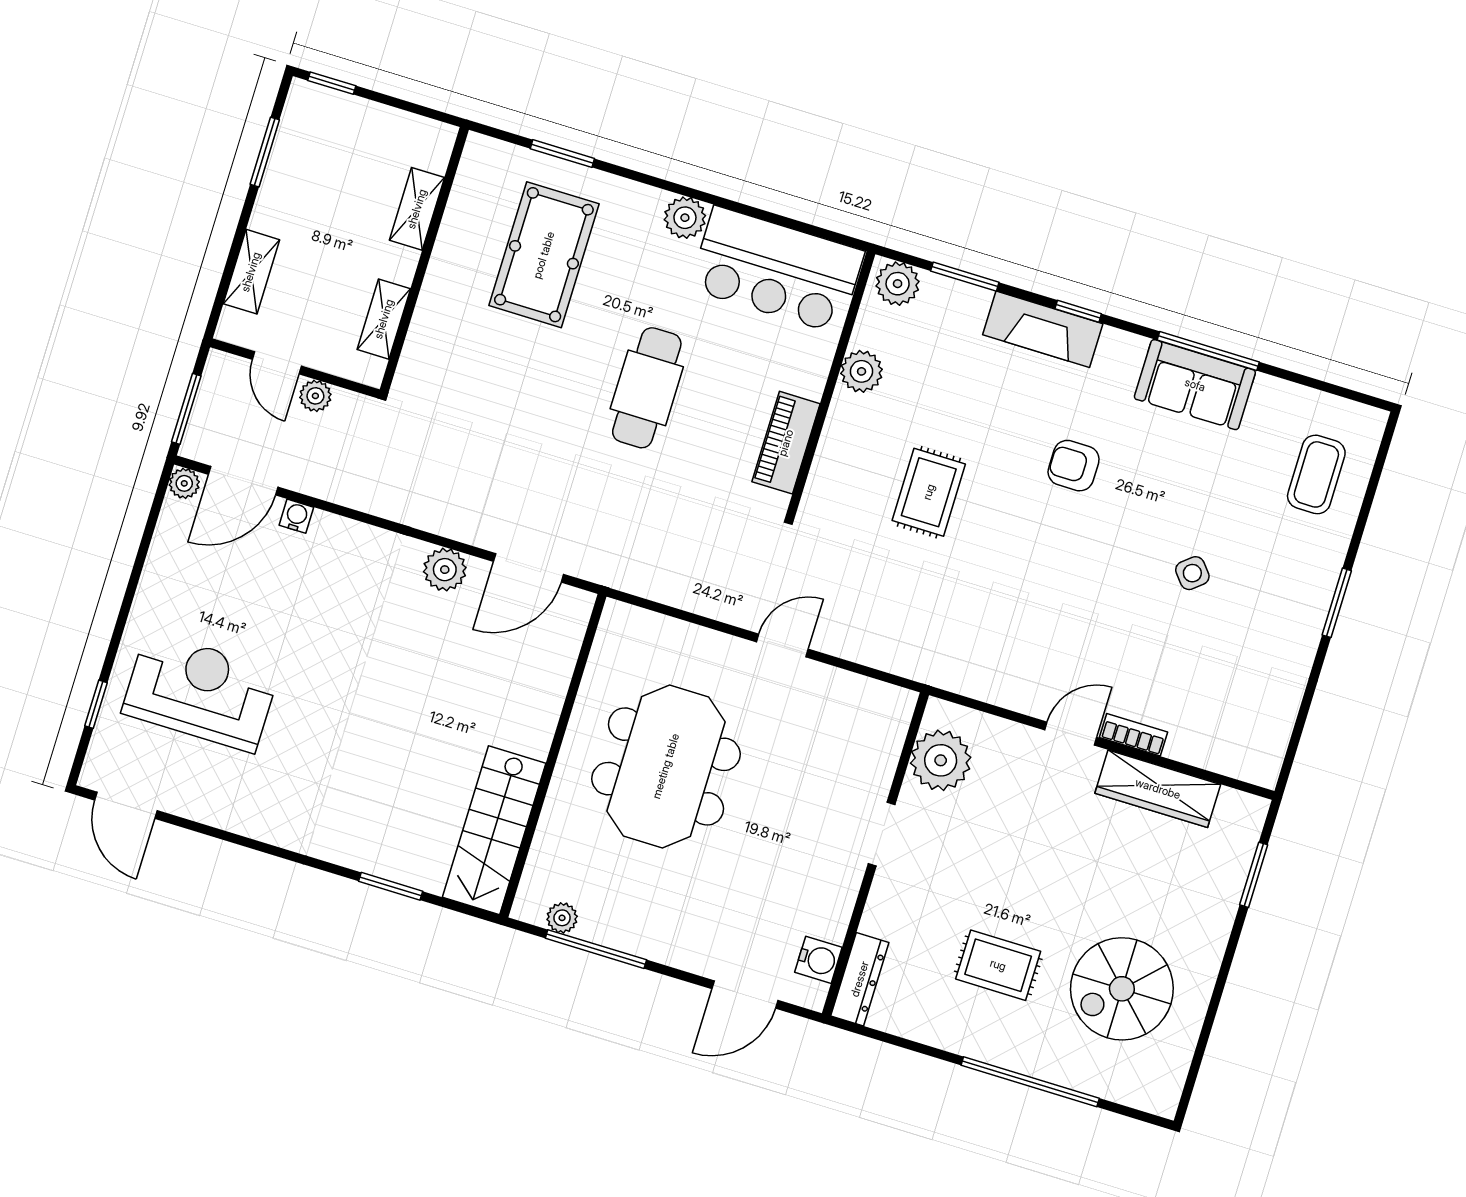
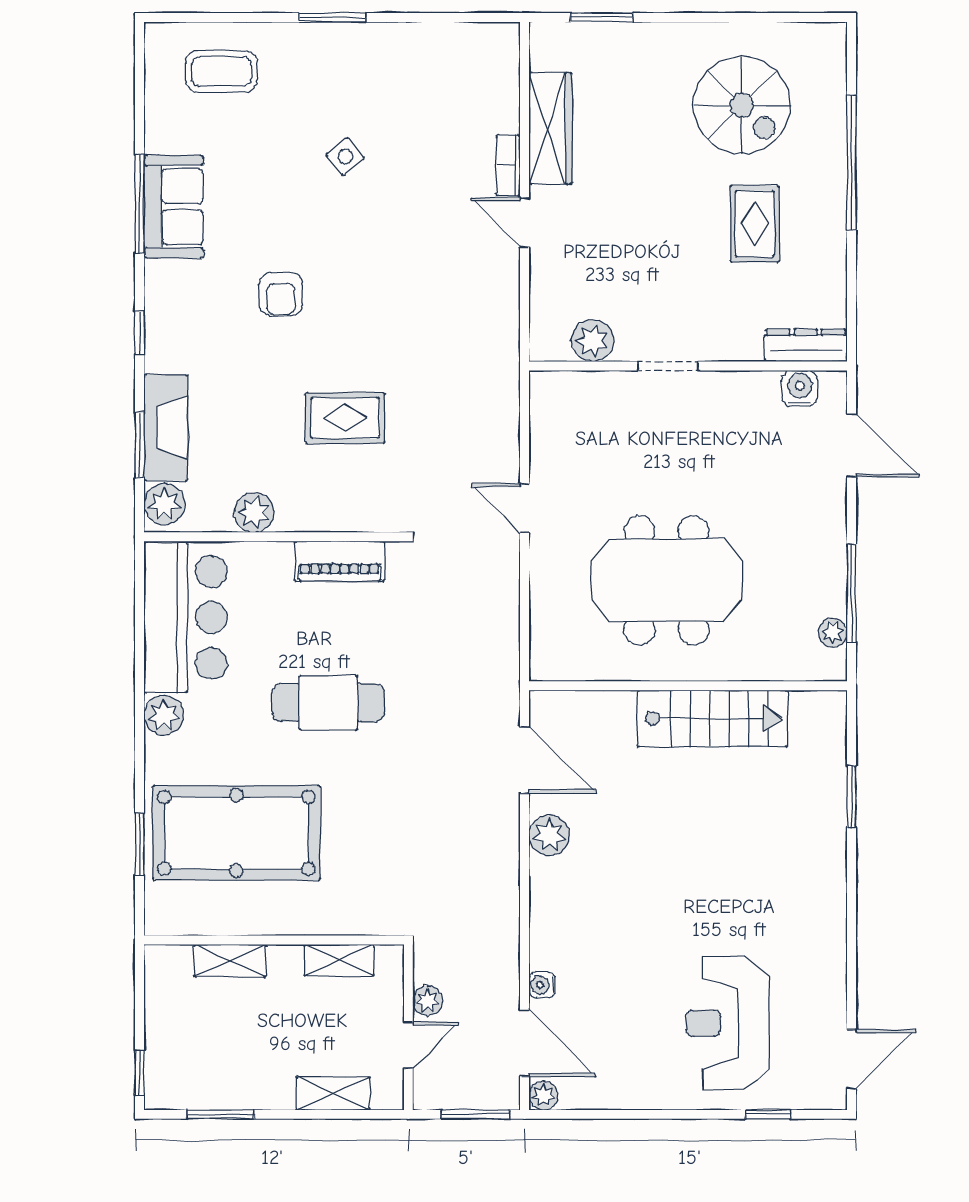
pool table: (544, 255) -> (236, 833), width x1.36, depth x1.32
fireplace: (1043, 329) -> (166, 428), moved
plant: (941, 760) -> (593, 341), width x0.73, depth x0.73
stairs: (494, 830) -> (713, 718), moved

